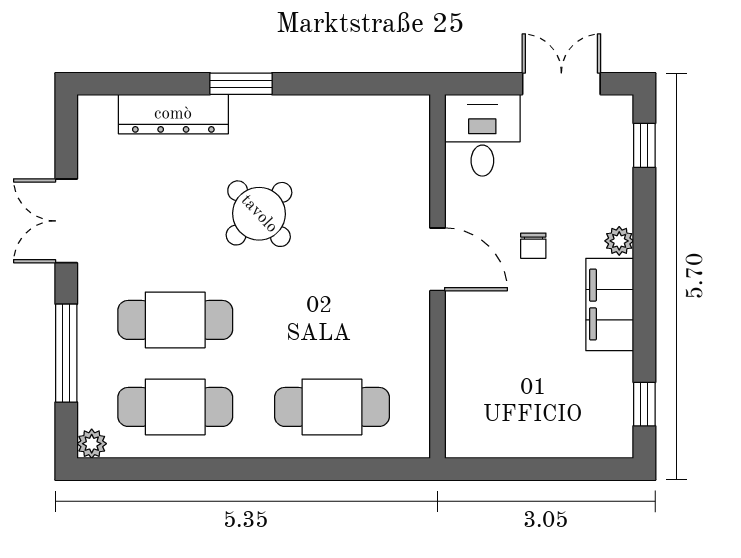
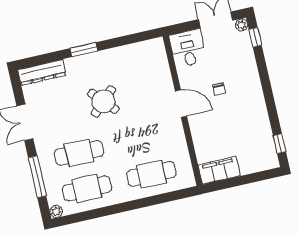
dresser: (173, 114) -> (42, 72), moved
plant: (619, 241) -> (242, 25), moved
filing cabinet: (610, 304) -> (219, 170), moved, turned 90

